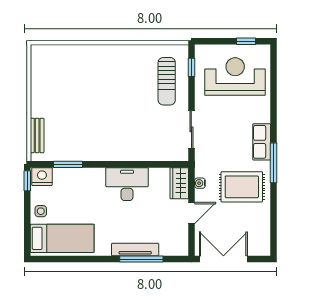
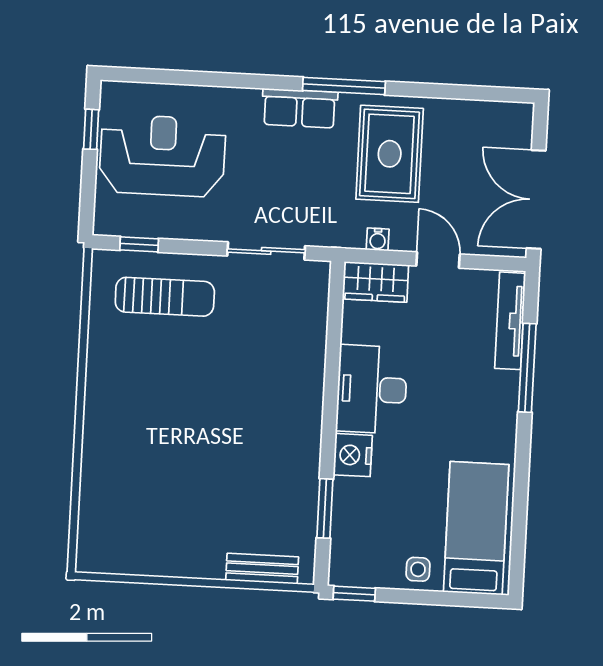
reception desk: (235, 77) -> (162, 156), turned 90
nightstand: (42, 177) -> (353, 455), moved
tv unit: (135, 250) -> (510, 321), moved

